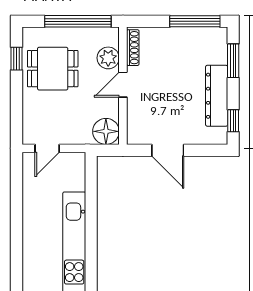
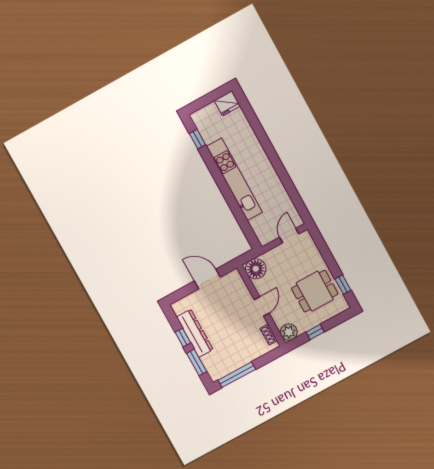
window: (78, 21) -> (315, 332), width x0.32
shoe rack: (133, 48) -> (269, 335), width x0.70
plant: (108, 58) -> (289, 332), moved
window: (233, 121) -> (183, 338), moved

